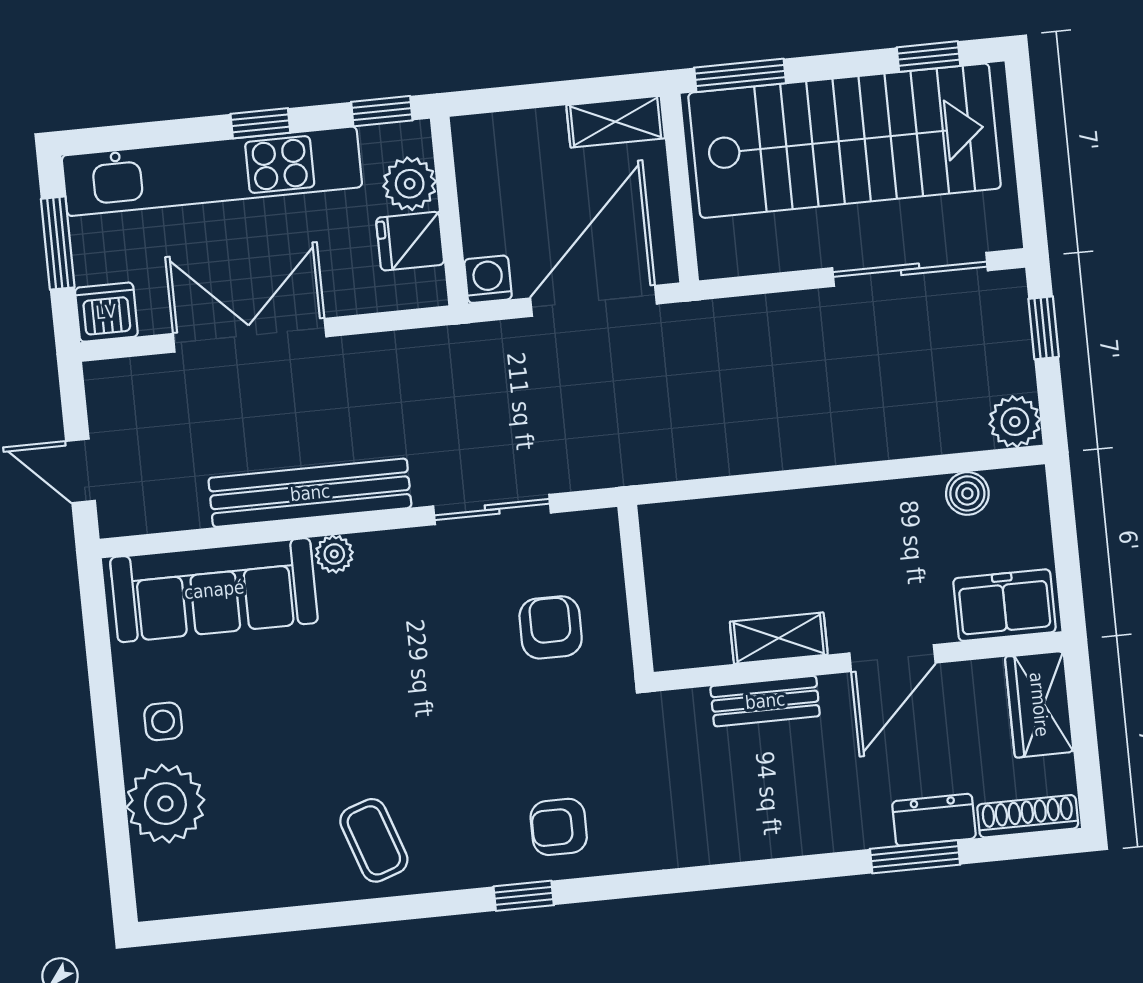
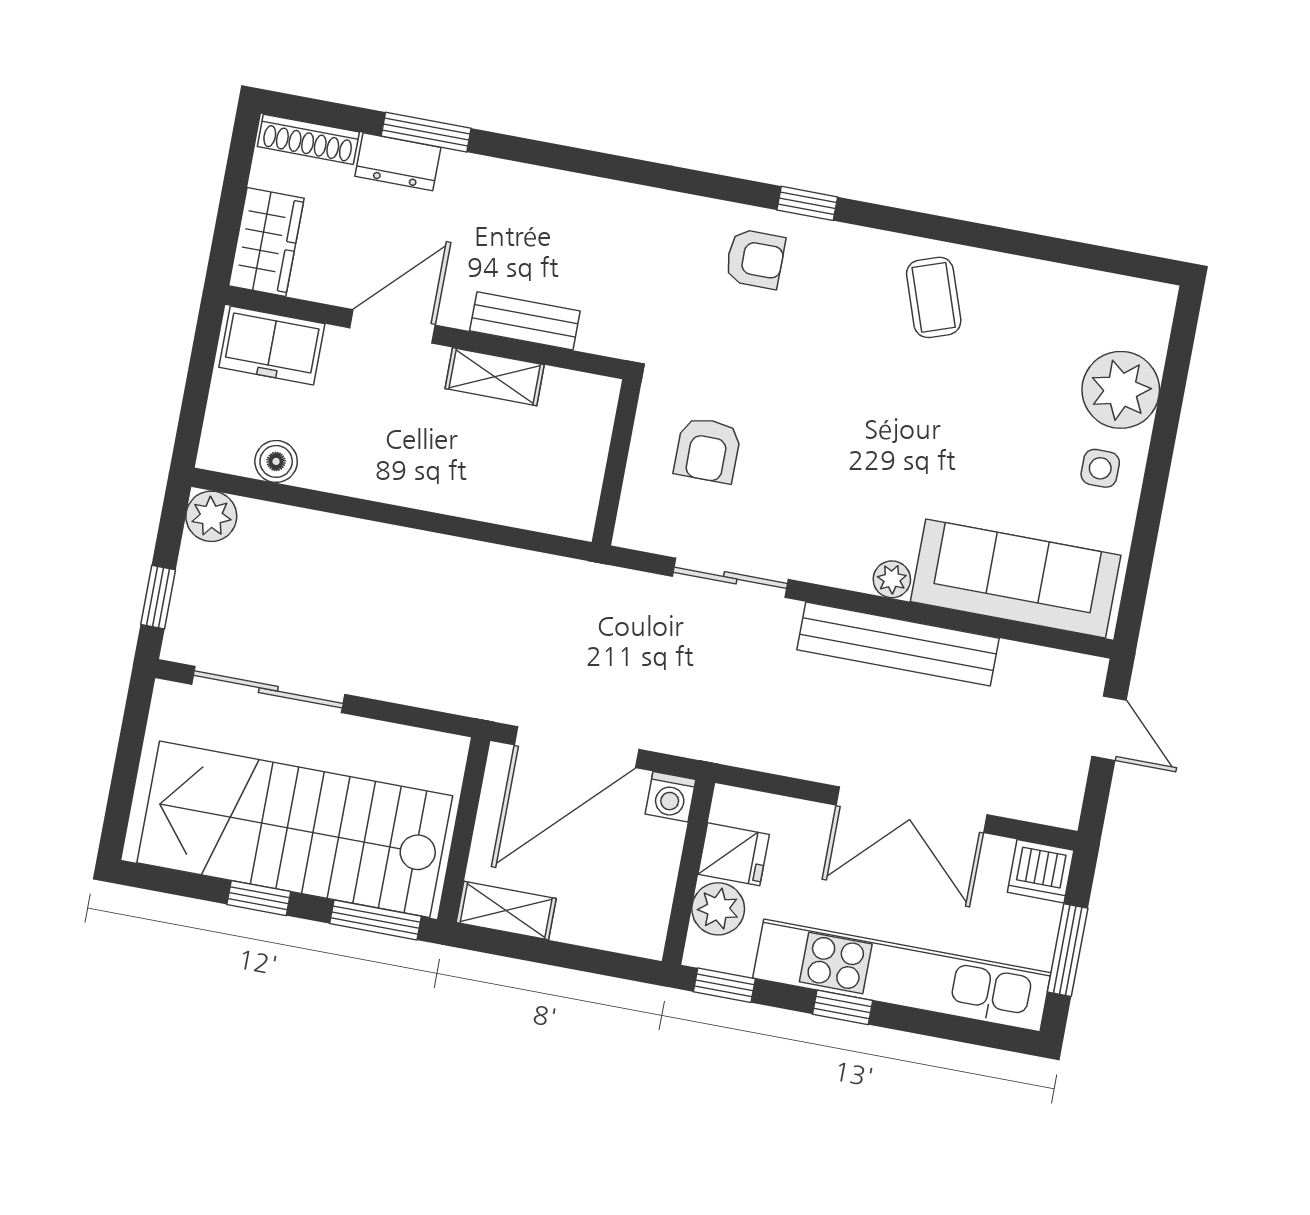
window: (929, 57) -> (259, 898), moved

